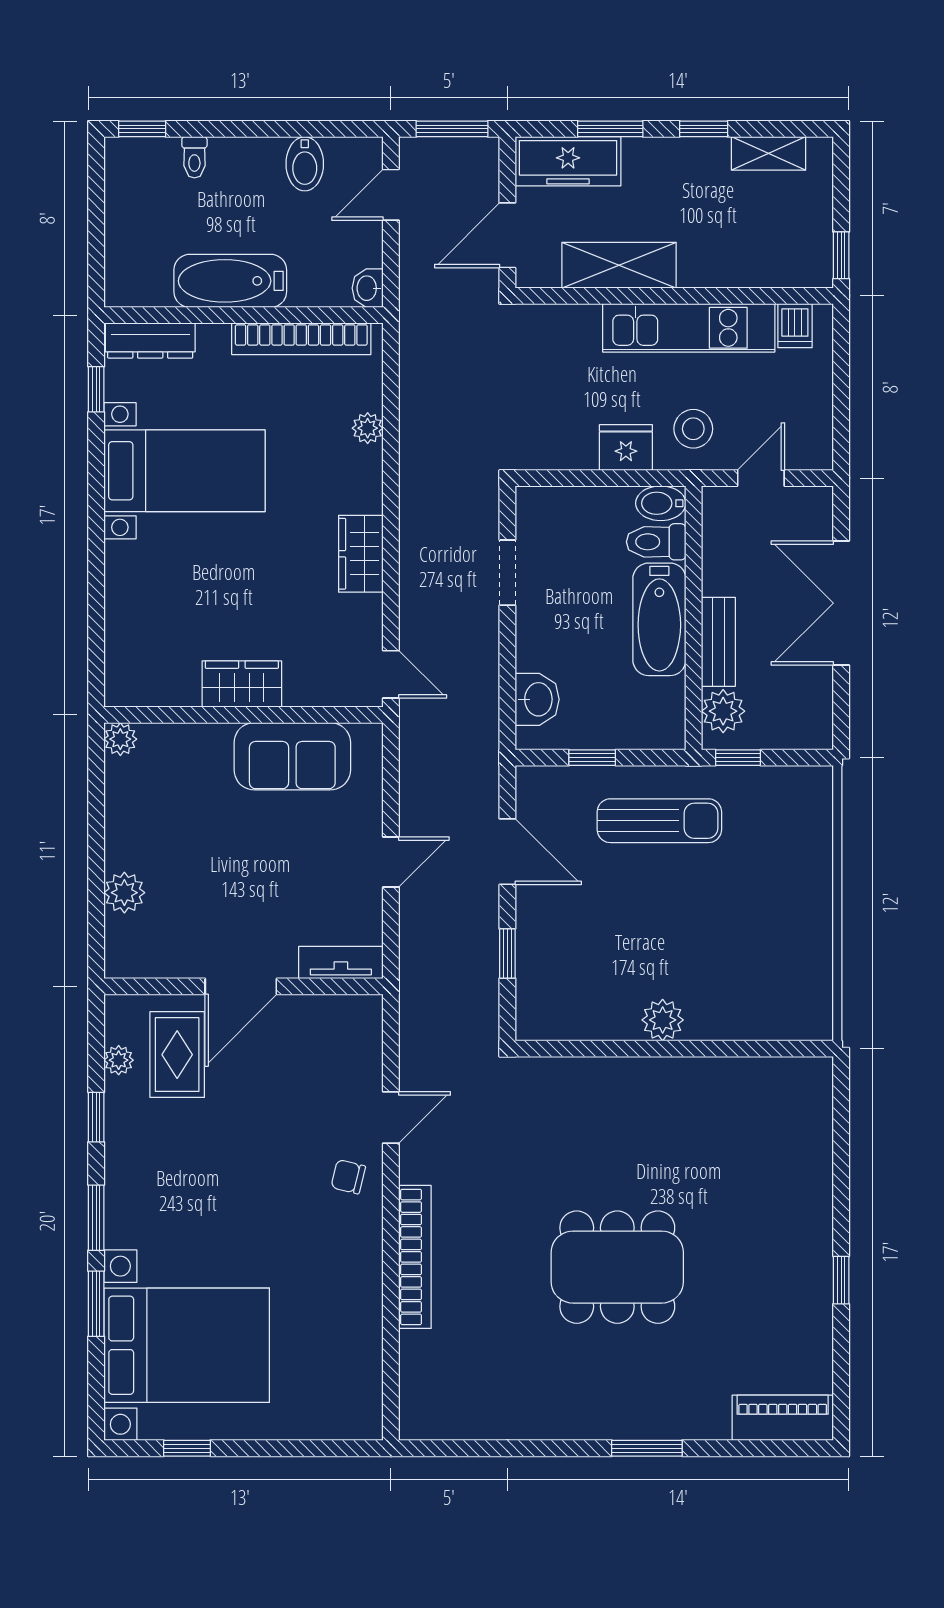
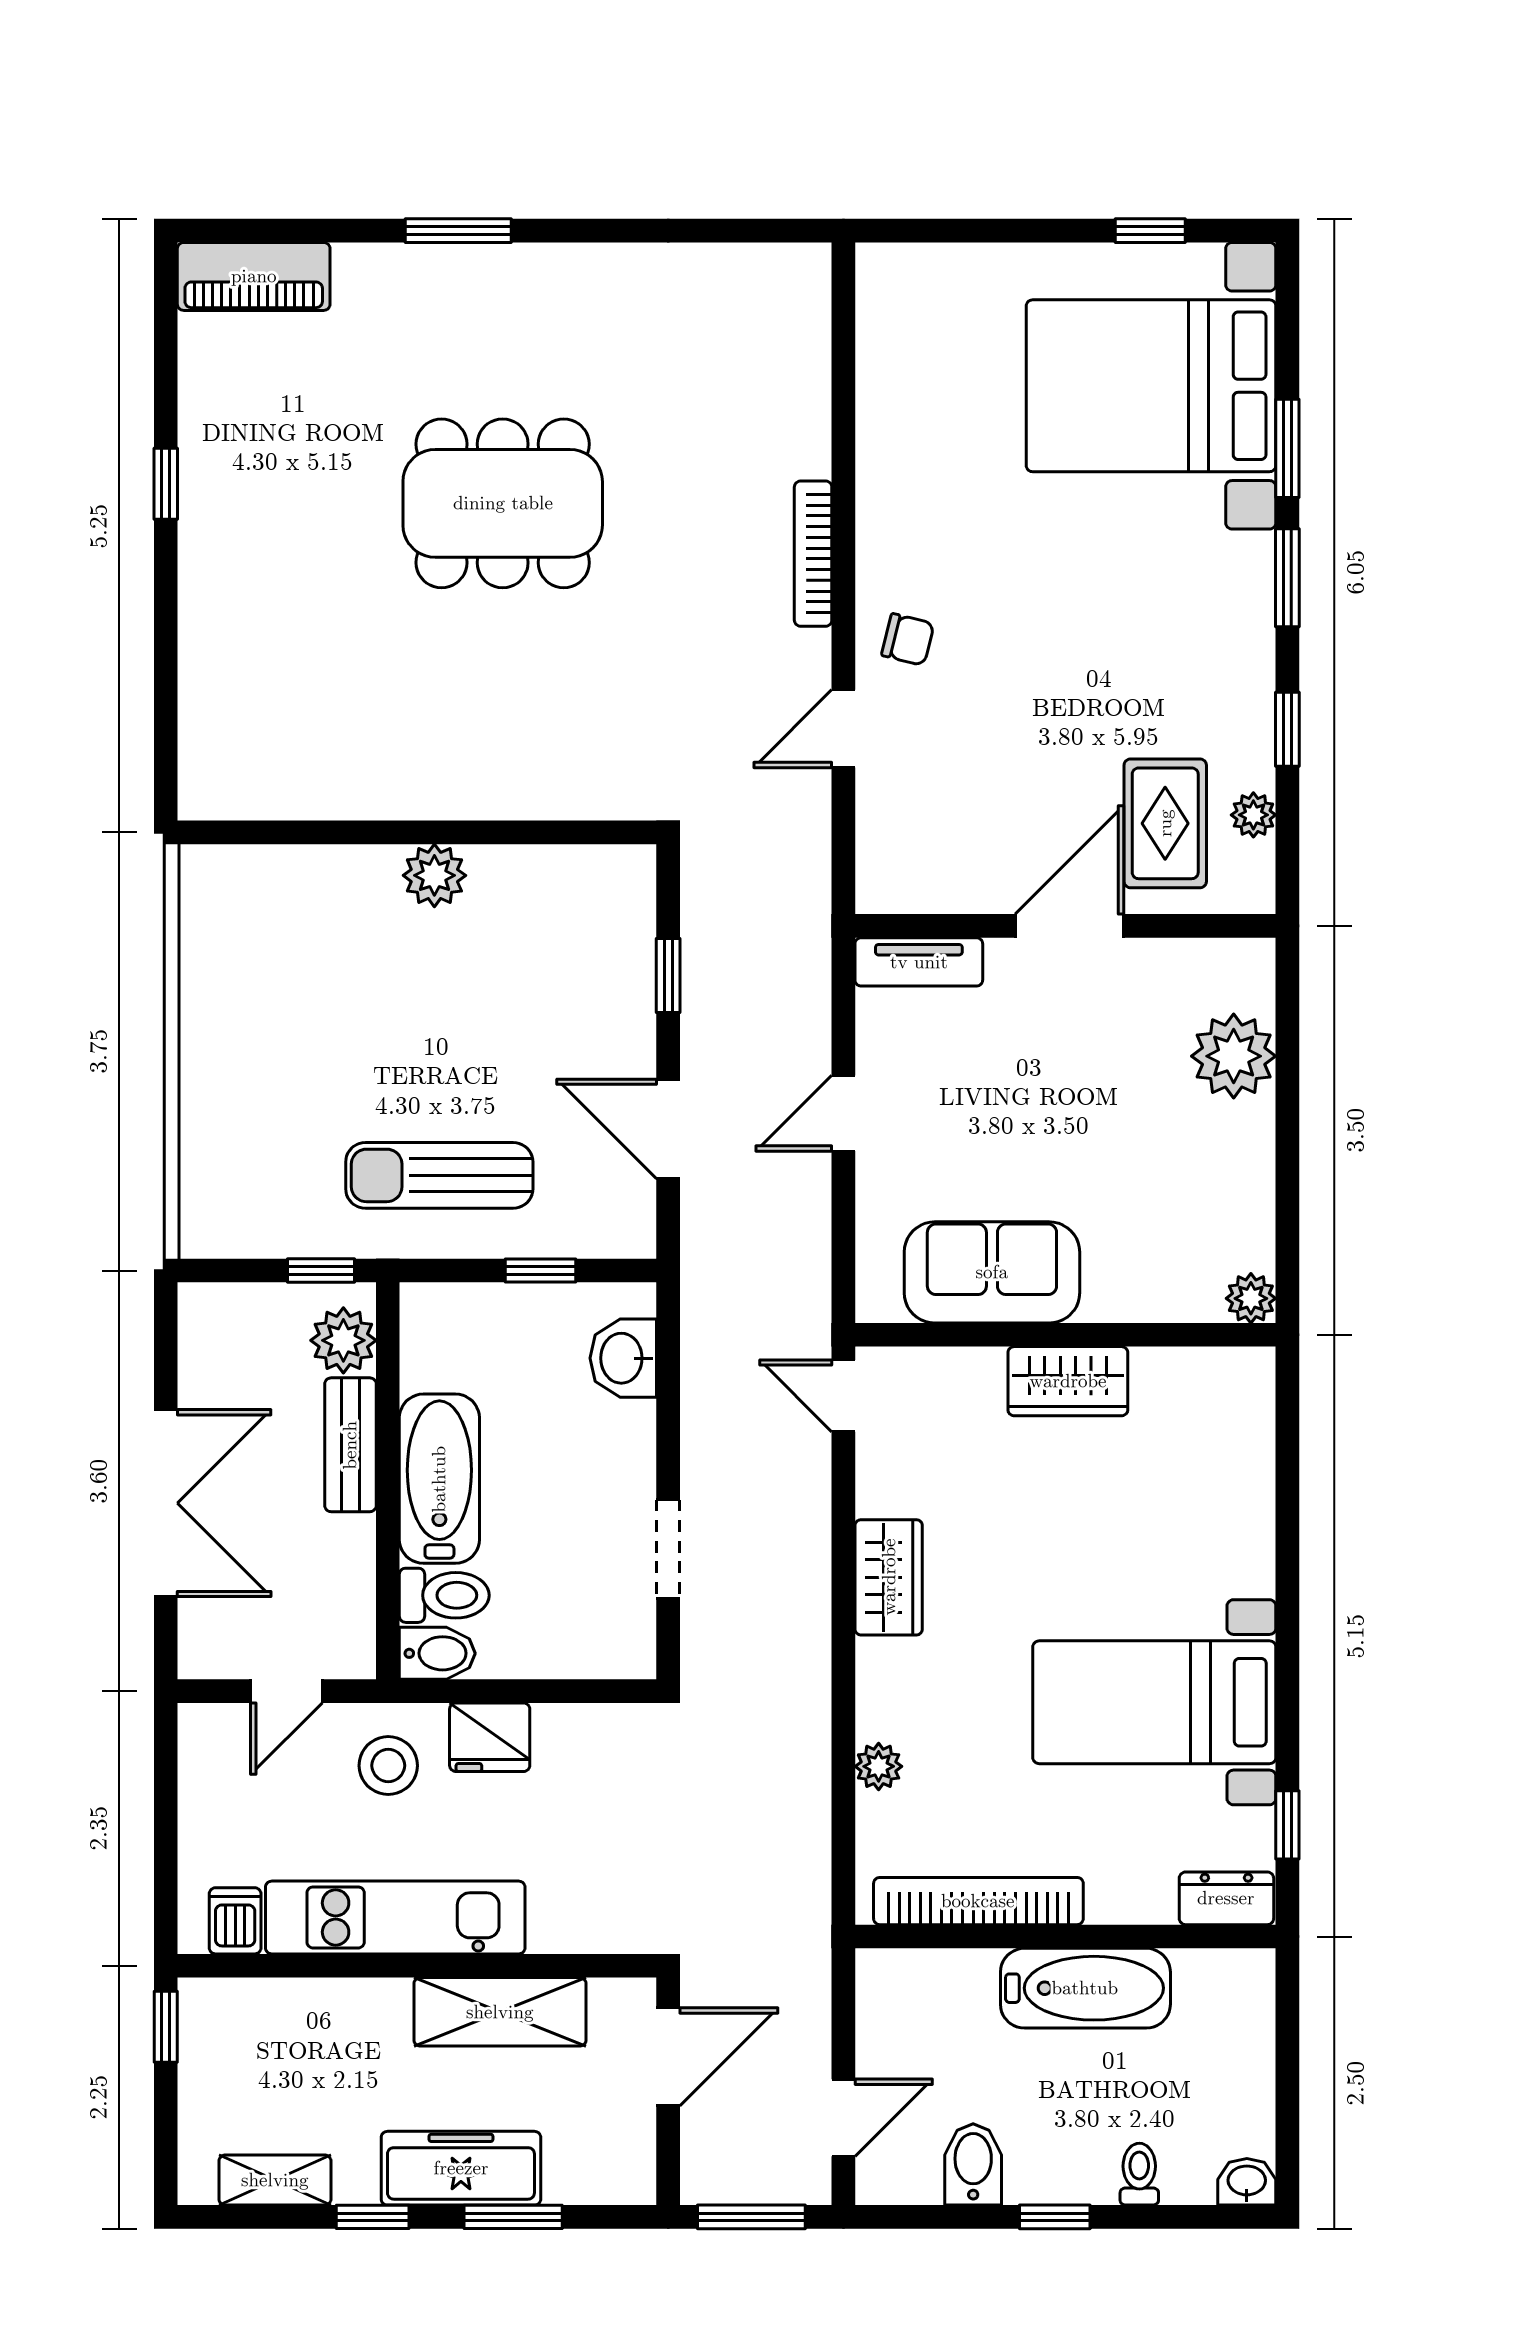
window: (142, 129) -> (1055, 2217), moved
freezer: (568, 161) -> (461, 2168), moved
washbasin: (368, 288) -> (1247, 2182), moved, turned -90
dresser: (150, 341) -> (1226, 1898), width x0.70
plant: (124, 893) -> (1234, 1056), width x1.36, depth x1.36
bookcase: (415, 1257) -> (813, 554), width x0.68, depth x0.76

